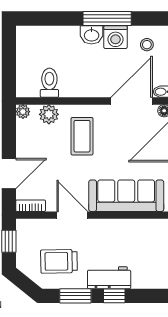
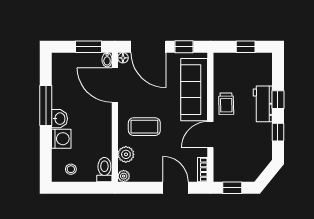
washing machine: (116, 37) -> (61, 139), moved
stool: (147, 45) -> (71, 169), moved
toilet: (49, 83) -> (104, 170), moved, turned 90
trolley: (59, 261) -> (226, 104), moved, width x0.73, depth x0.72
window: (75, 296) -> (278, 132), width x0.67

